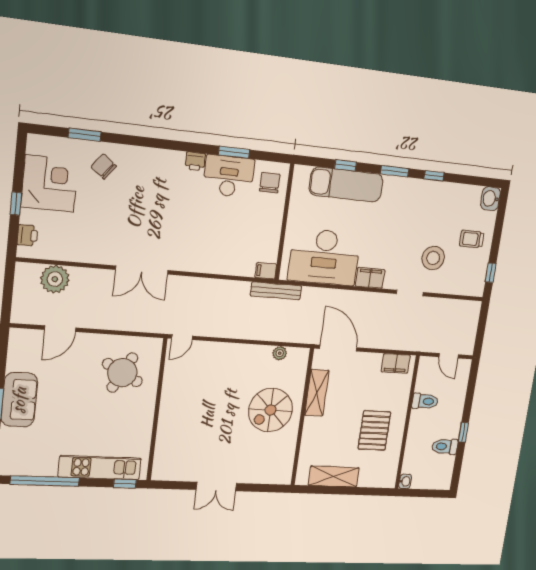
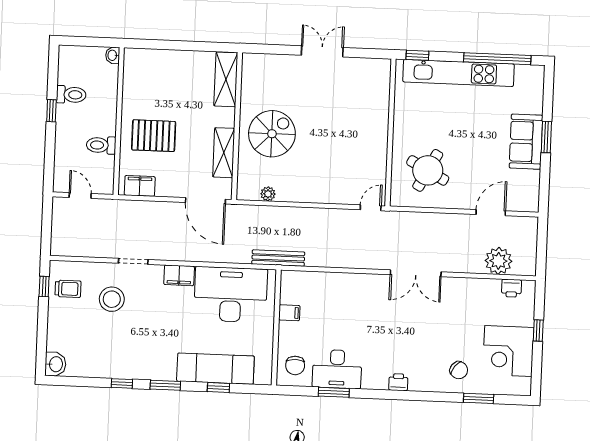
printer: (195, 161) -> (398, 382), moved
printer: (27, 235) -> (511, 288), moved, turned -90
trolley: (472, 239) -> (68, 289), moved
double door: (142, 270) -> (416, 273), swing flipped
filing cabinet: (266, 271) -> (289, 313), moved
pallet: (374, 430) -> (154, 136), moved, turned 90
kitchen unit: (100, 468) -> (459, 73), width x1.36
shelving: (334, 477) -> (226, 79), moved, turned 90

